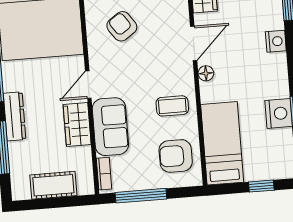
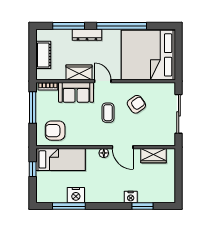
nightstand: (276, 41) -> (131, 197), moved
coffee table: (172, 106) -> (108, 113), moved
armchair: (176, 156) -> (55, 131), turned -90
window: (261, 186) -> (33, 169), moved

